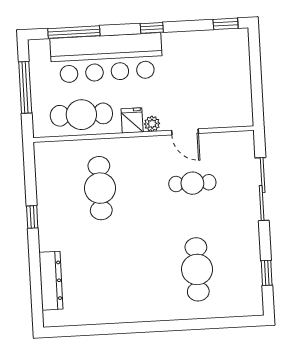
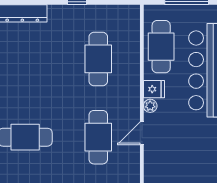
cafe table: (192, 183) -> (98, 137), width x1.37, depth x1.35
cafe table: (100, 188) -> (98, 59), turned 90

